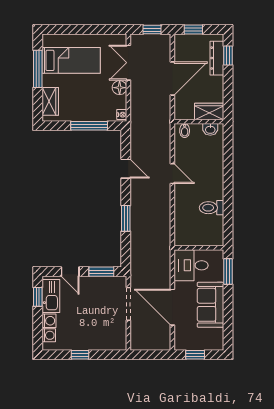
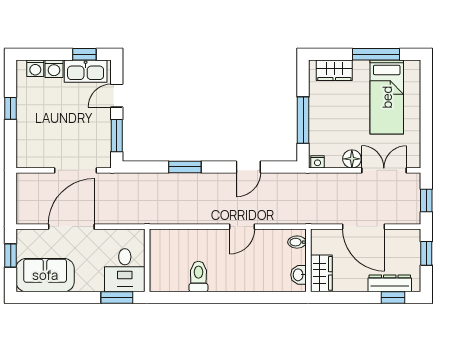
desk: (191, 265) -> (125, 270), moved, turned 180
sofa: (210, 305) -> (45, 275), moved

